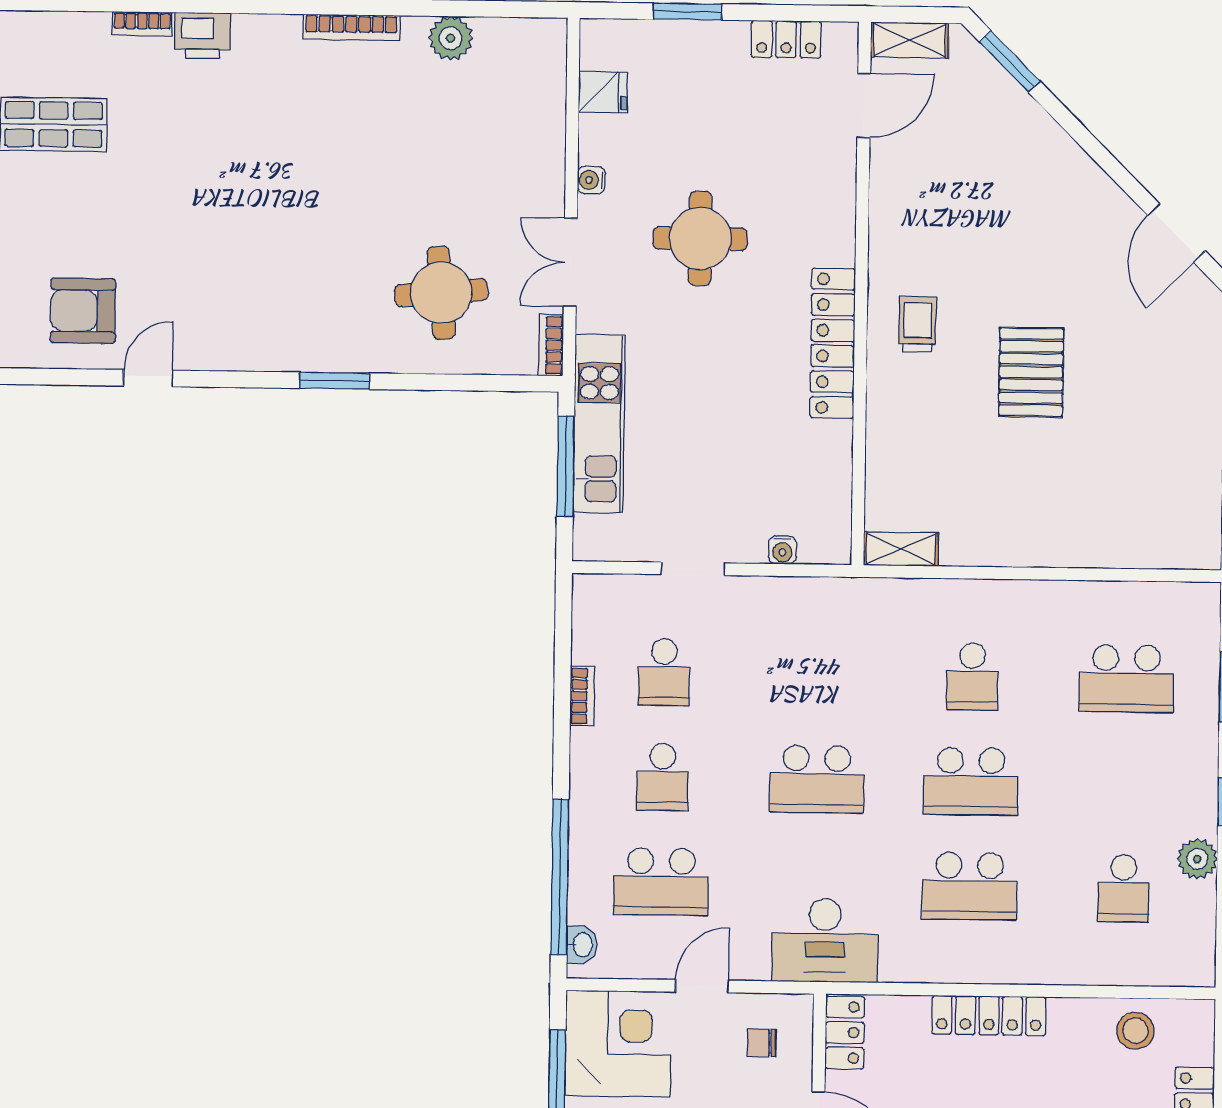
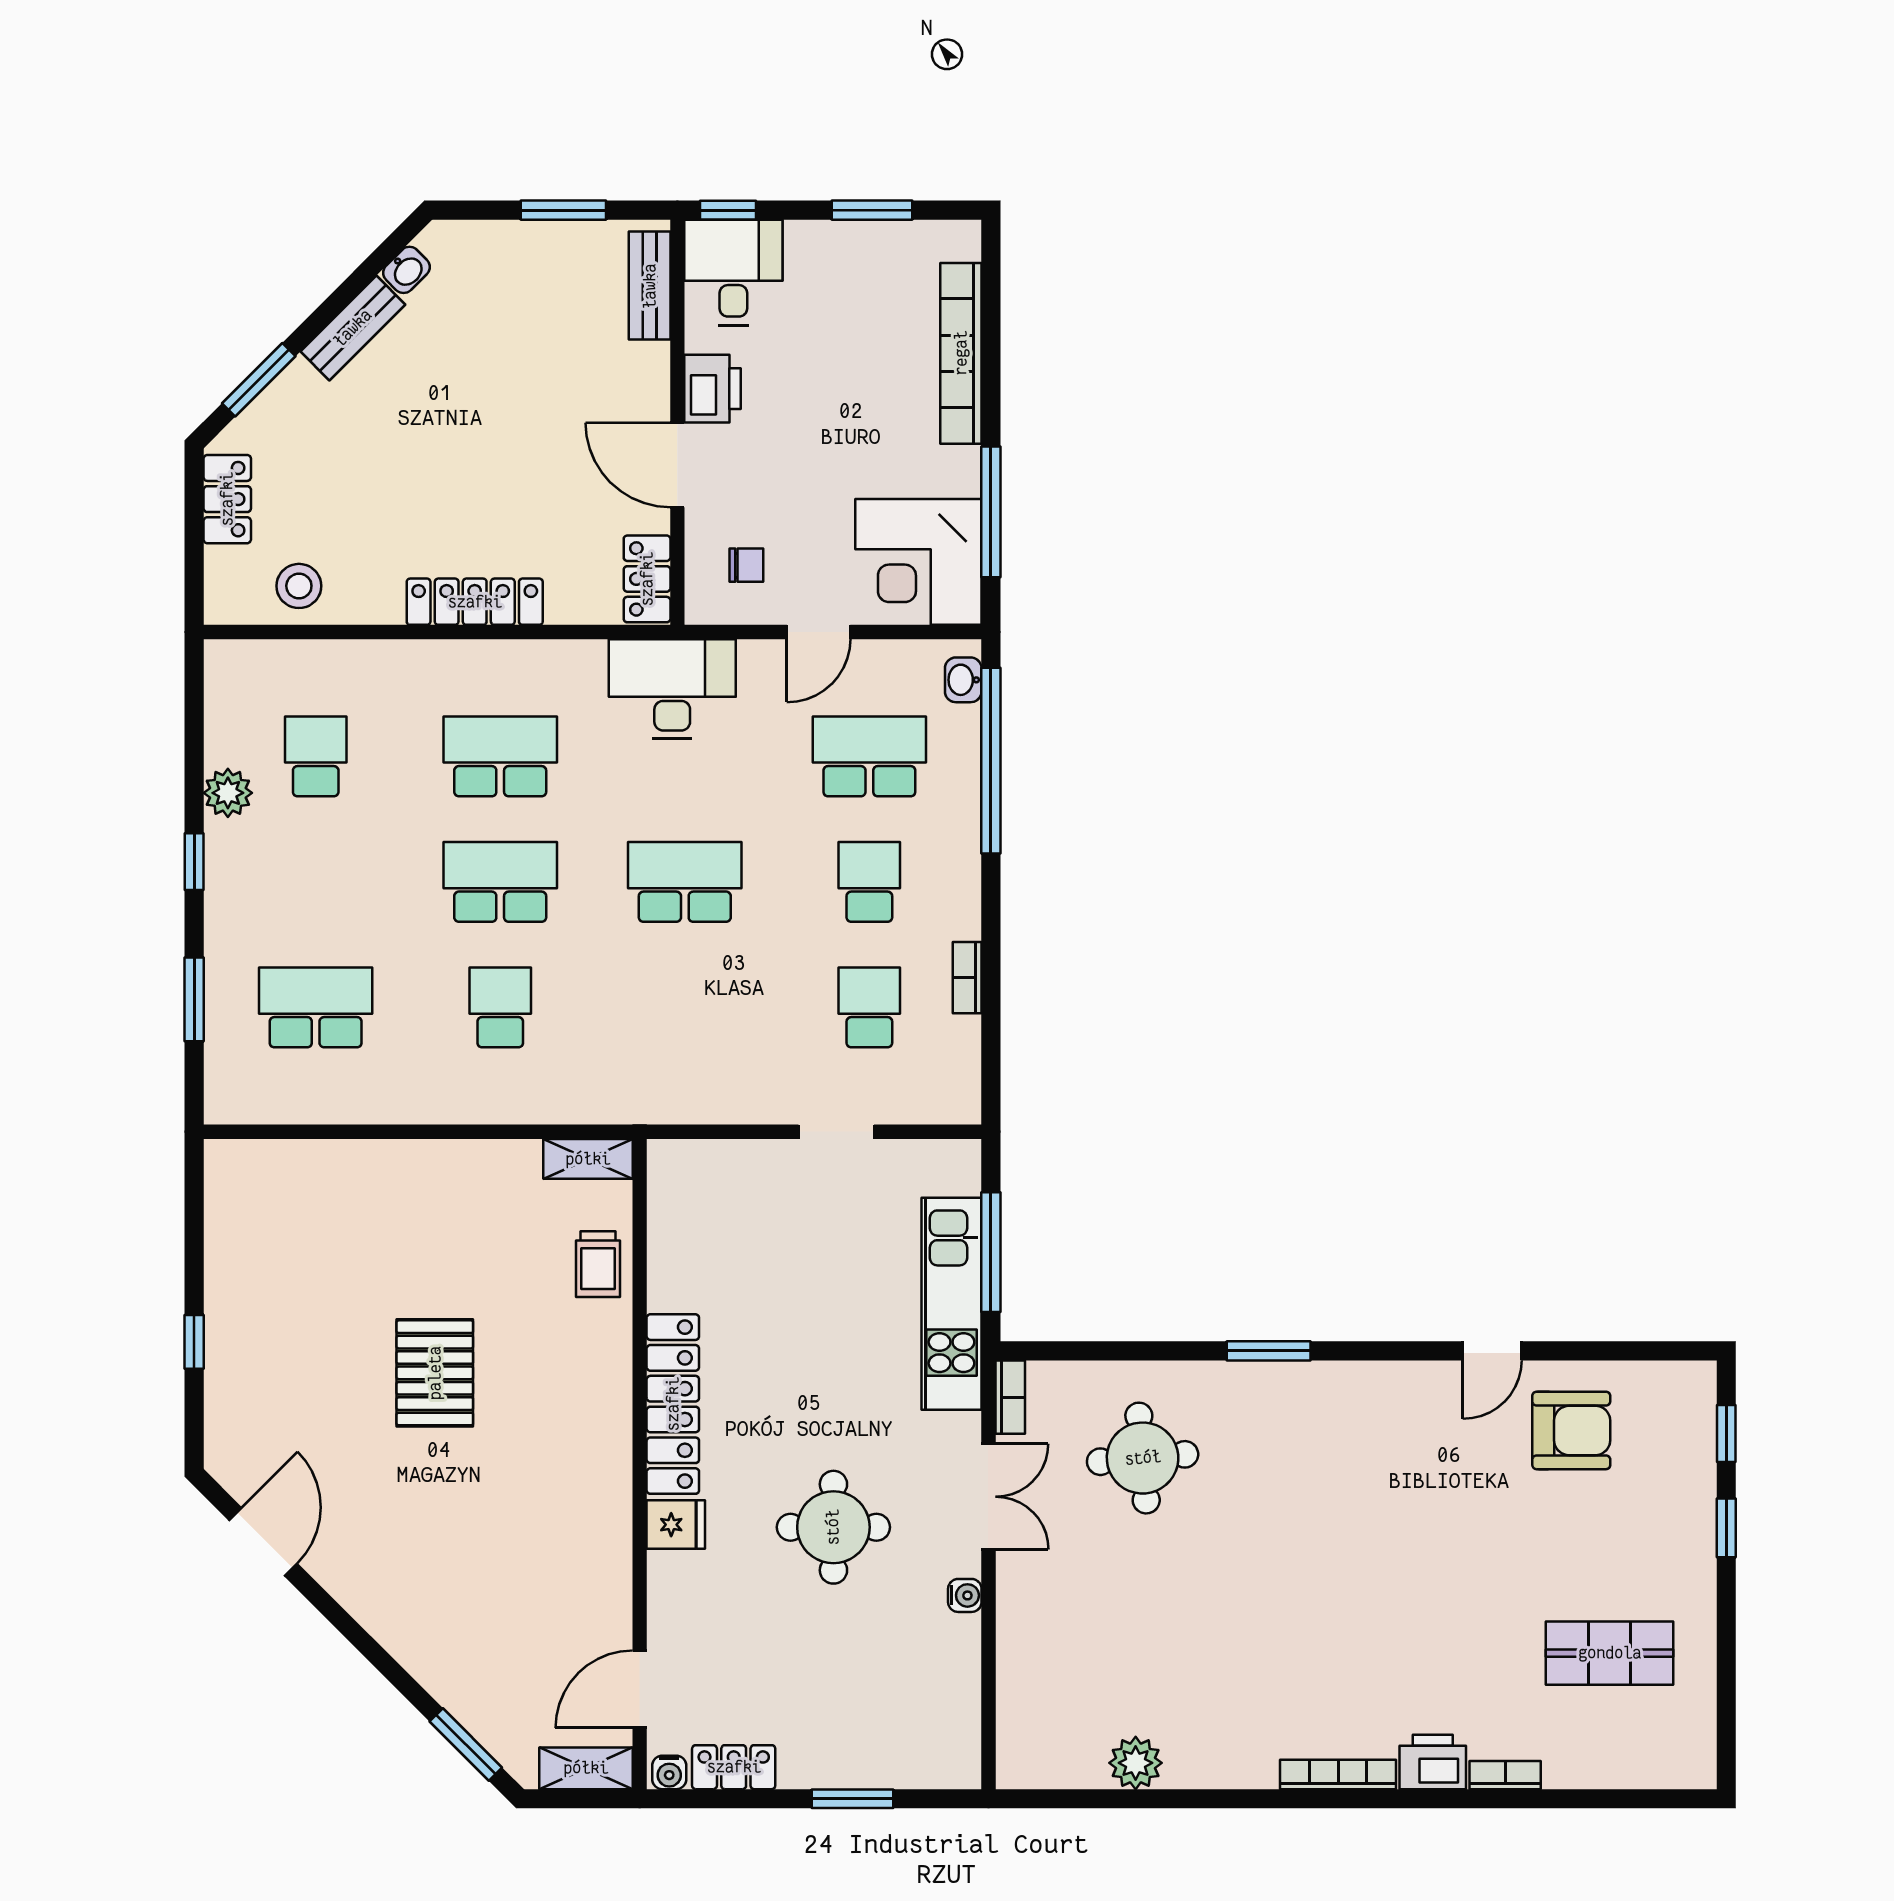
bookcase: (351, 27) -> (1338, 1774), moved
fridge: (603, 92) -> (676, 1525), moved, turned 180
trolley: (918, 324) -> (598, 1264), moved
water cooler: (783, 550) -> (669, 1772), moved, turned 180

